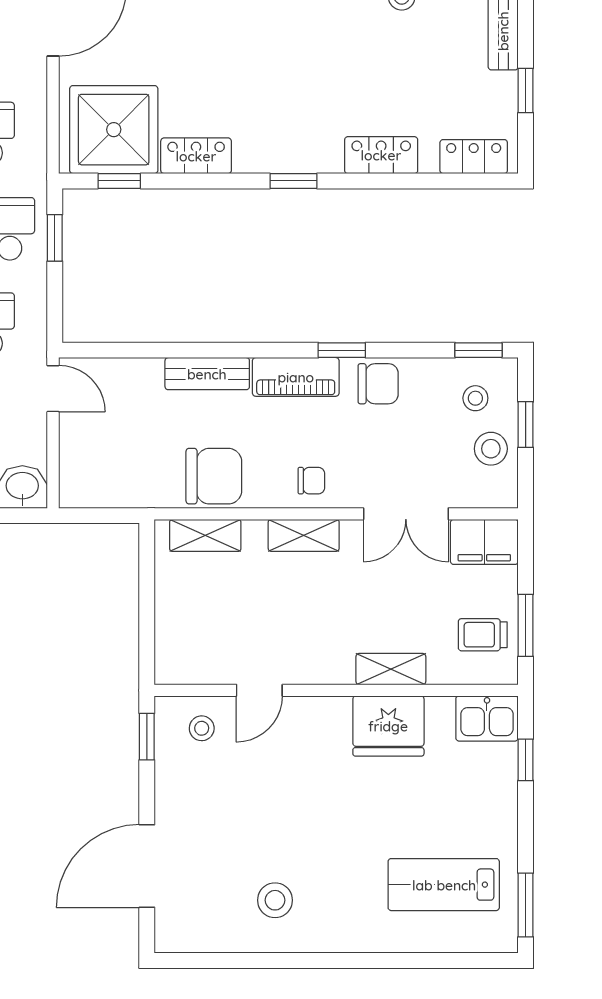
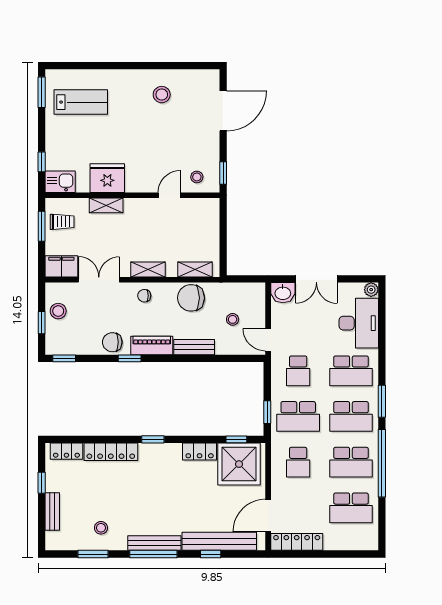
locker: (381, 155) -> (111, 452), width x1.53
stool: (475, 398) -> (233, 319), moved

